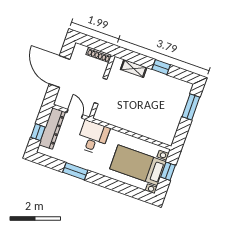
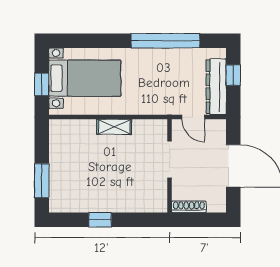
shelving: (134, 68) -> (114, 127), moved
desk: (93, 137) -> (158, 94), removed
window: (75, 171) -> (165, 41), width x2.11

